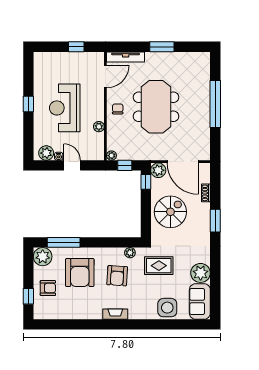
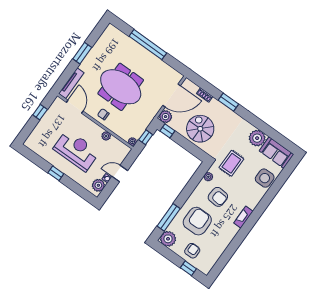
reception desk: (65, 108) -> (76, 150), turned 180
armchair: (80, 273) -> (197, 221), turned -90

